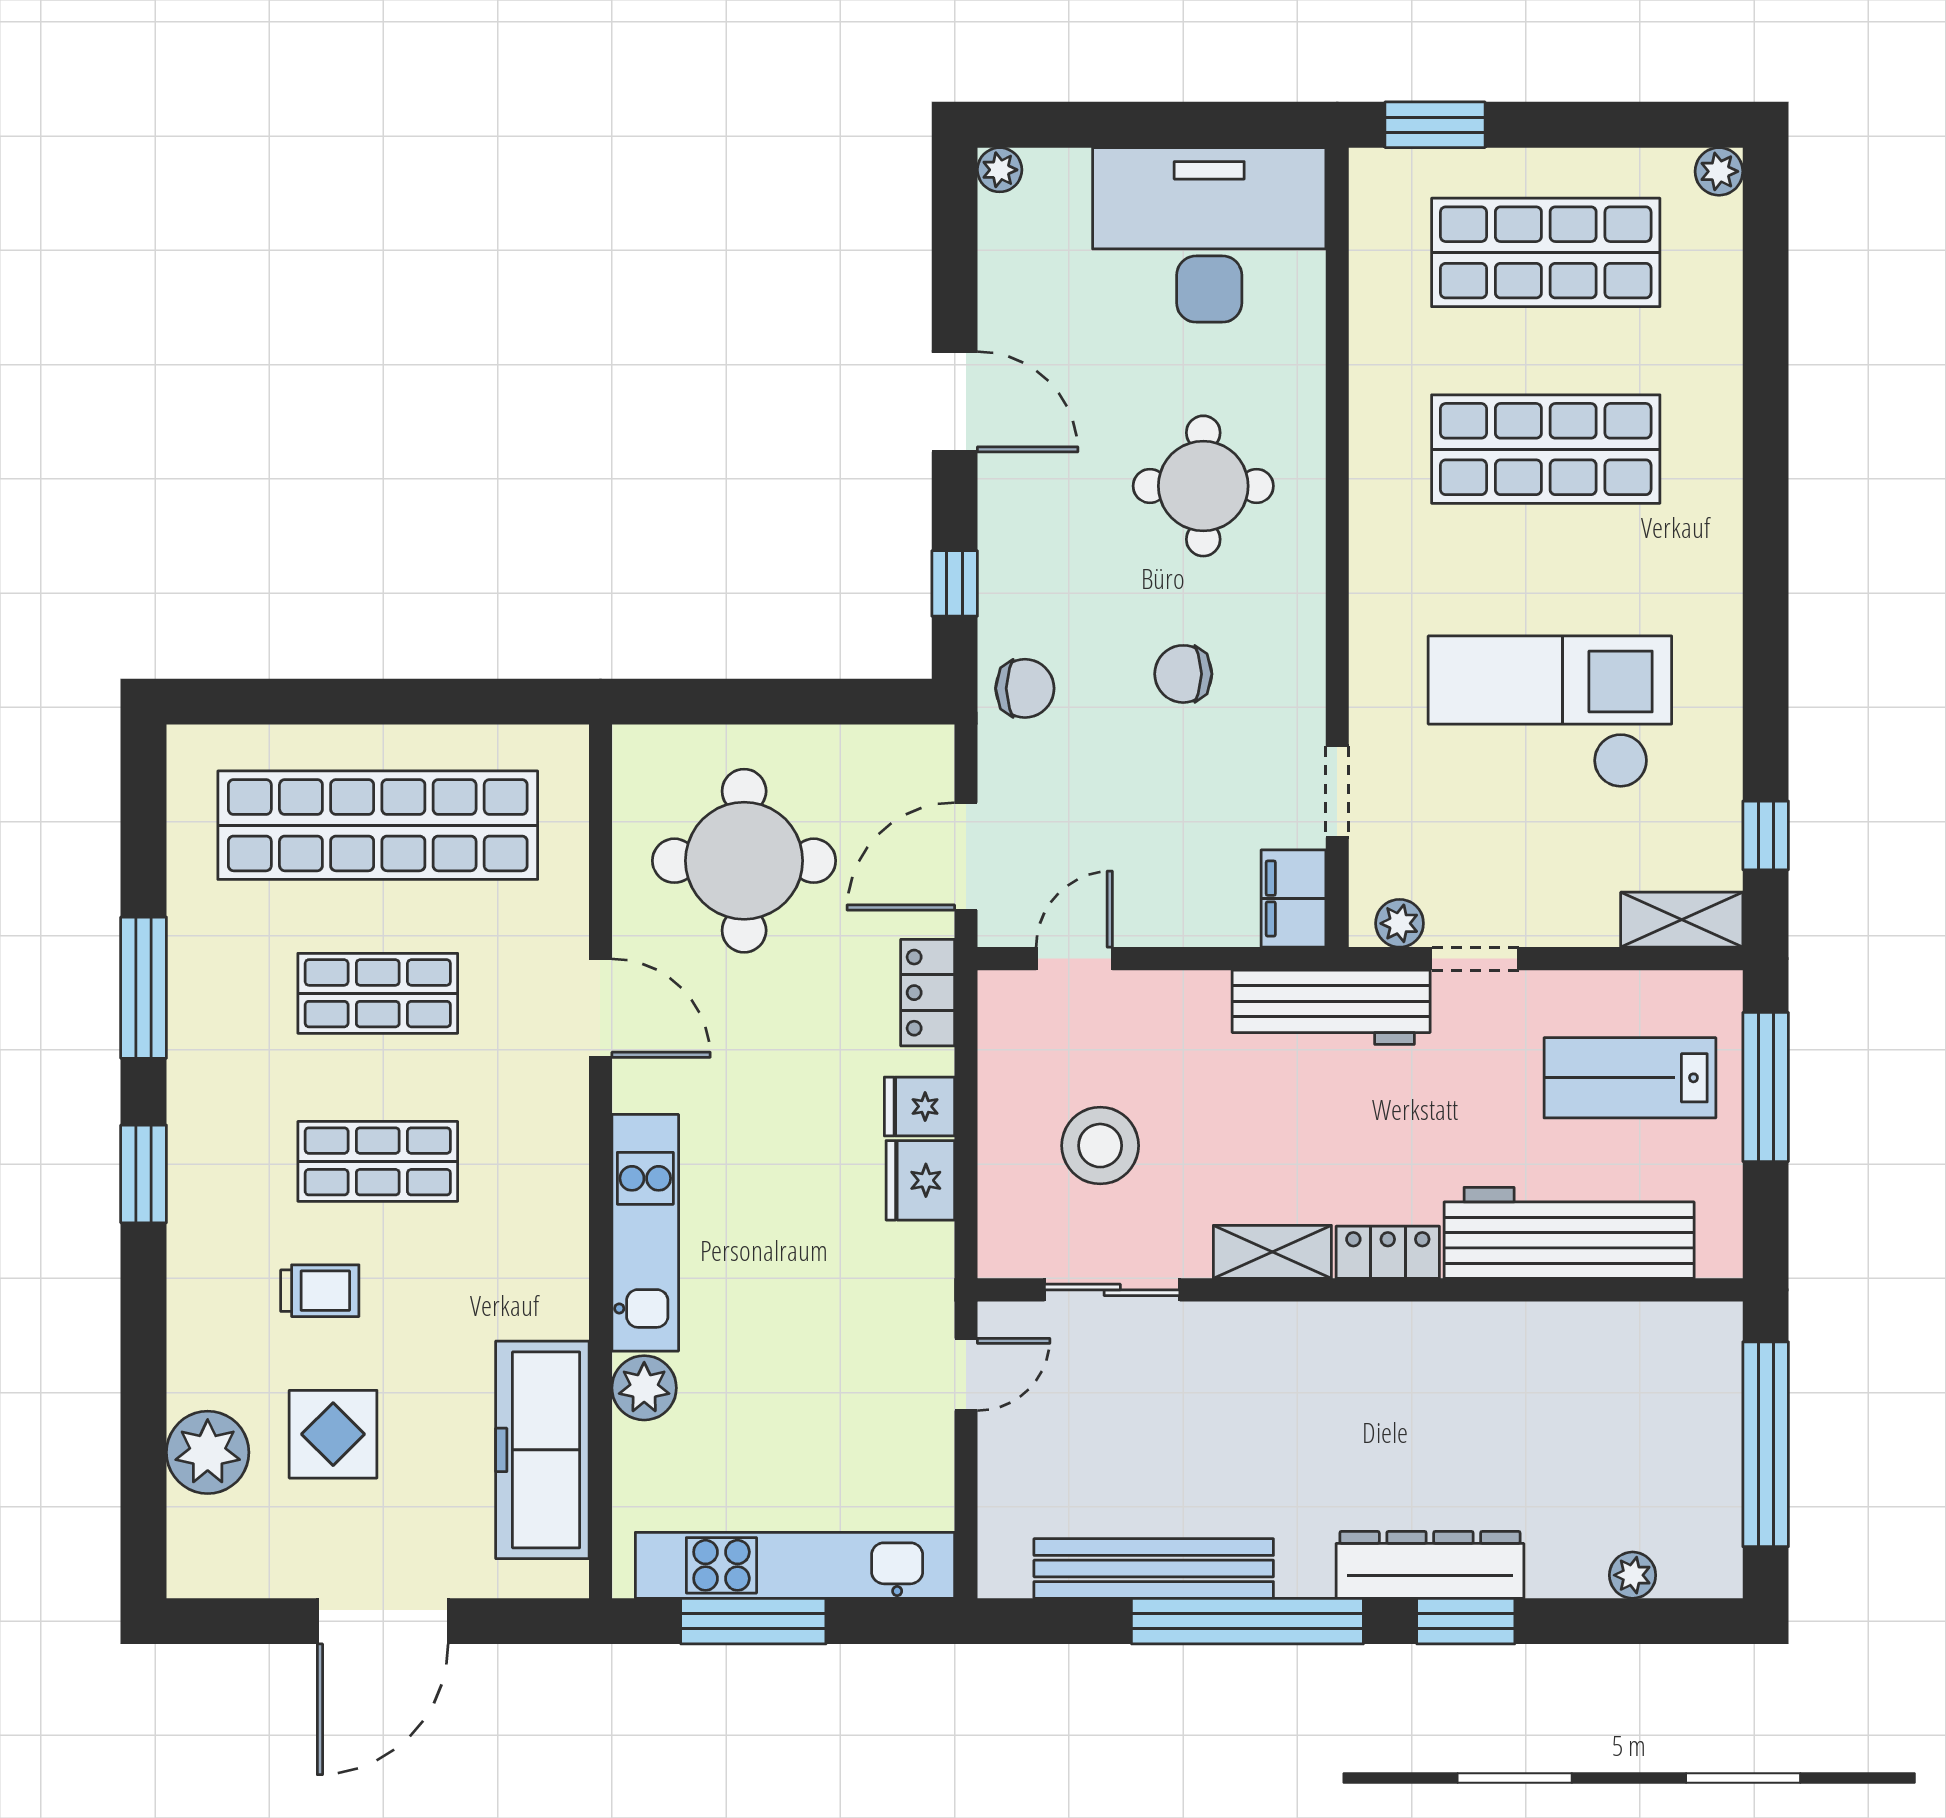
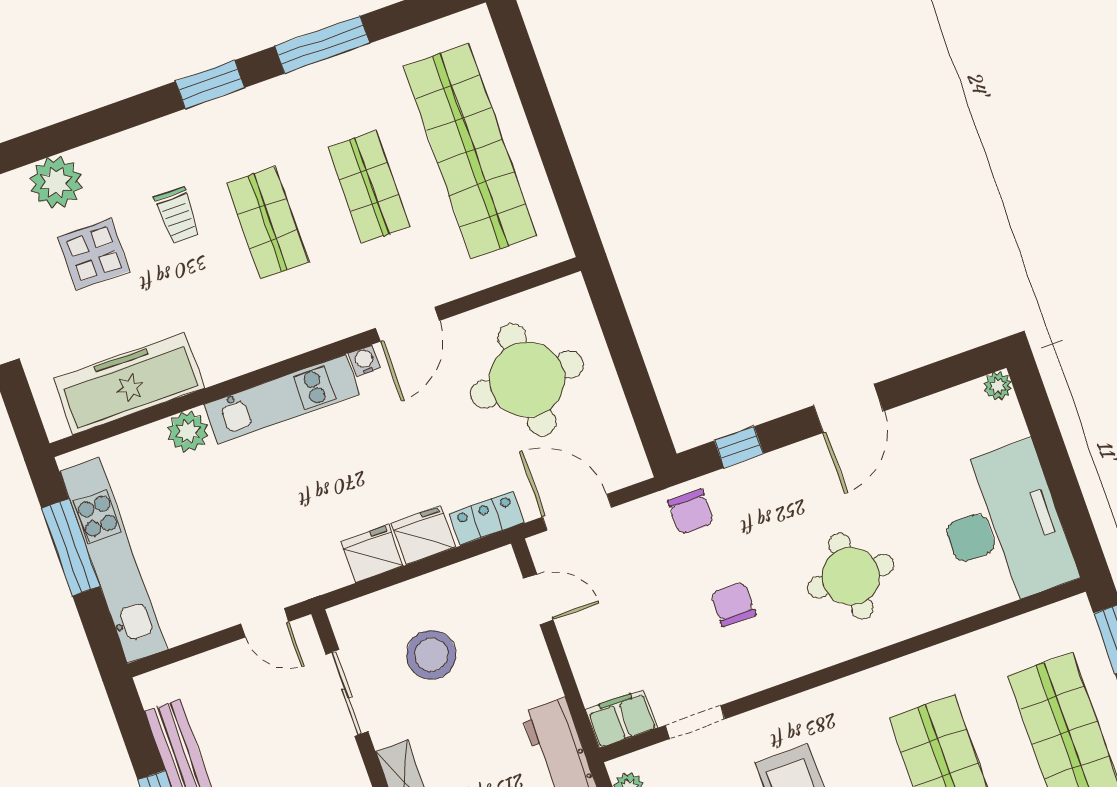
water cooler: (631, 1090) -> (364, 361), added
fridge: (919, 1106) -> (423, 535), width x1.38

